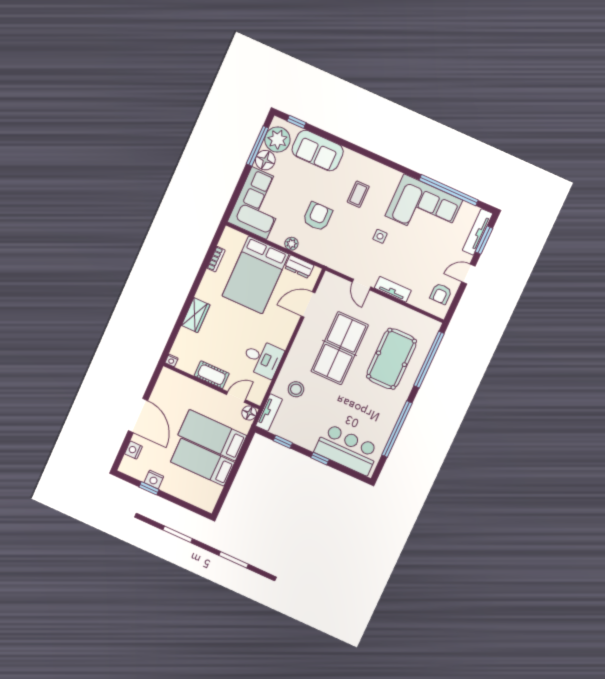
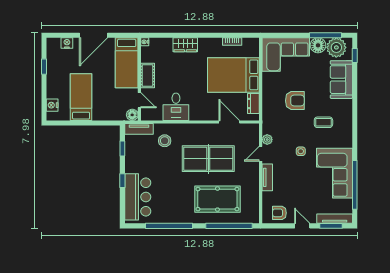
plant: (291, 244) -> (267, 140), moved
bed: (212, 435) -> (127, 63), moved, turned 180
nightstand: (154, 479) -> (52, 105), moved

